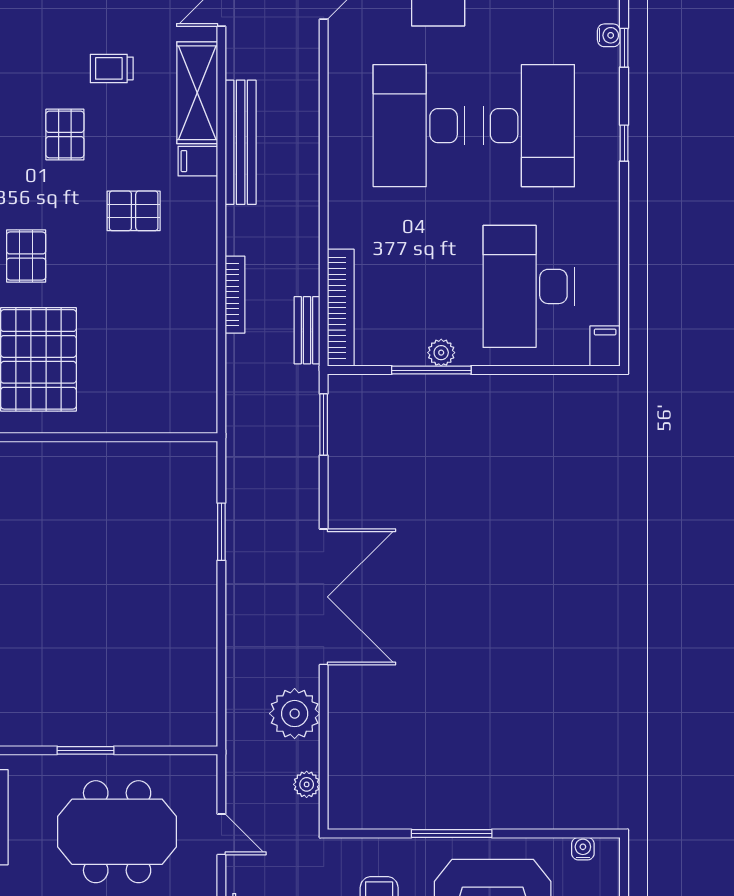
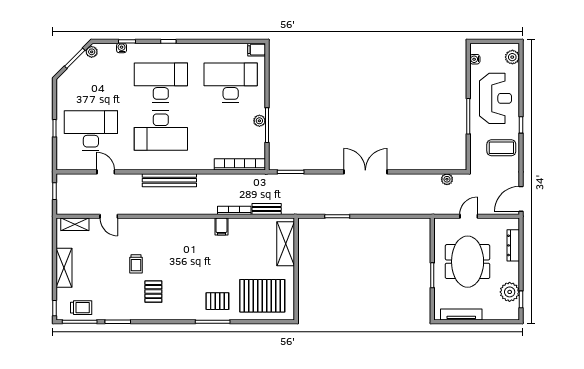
shelving: (197, 93) -> (286, 244), moved, turned 90
pallet: (65, 134) -> (153, 292), moved, turned 90
bench: (241, 142) -> (169, 180), moved
filing cabinet: (198, 161) -> (221, 227), moved
pallet: (134, 211) -> (198, 254), removed
desk: (529, 286) -> (231, 83), turned 180
bench: (307, 330) -> (267, 209), moved
double door: (324, 597) -> (365, 172), width x0.73
plant: (295, 714) -> (416, 184), removed

